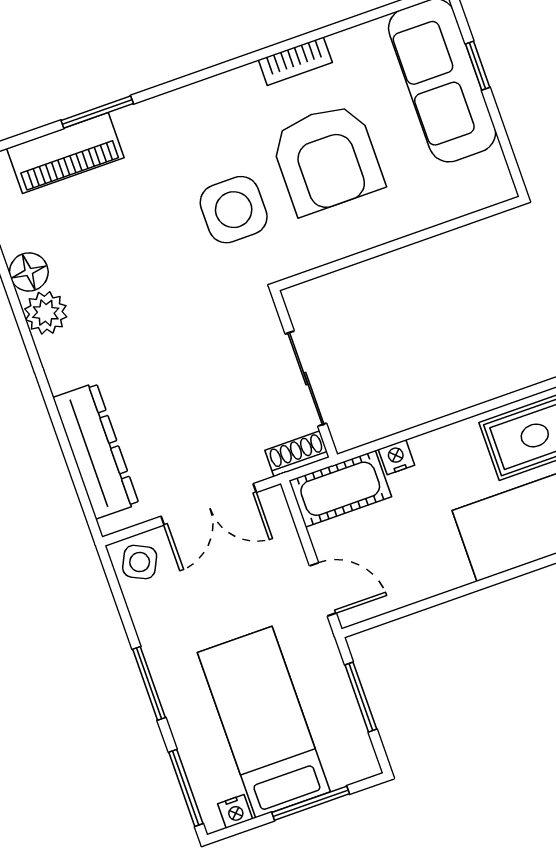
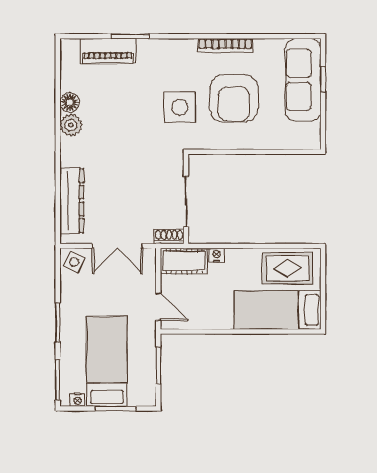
bookcase: (295, 61) -> (225, 46), width x1.56

